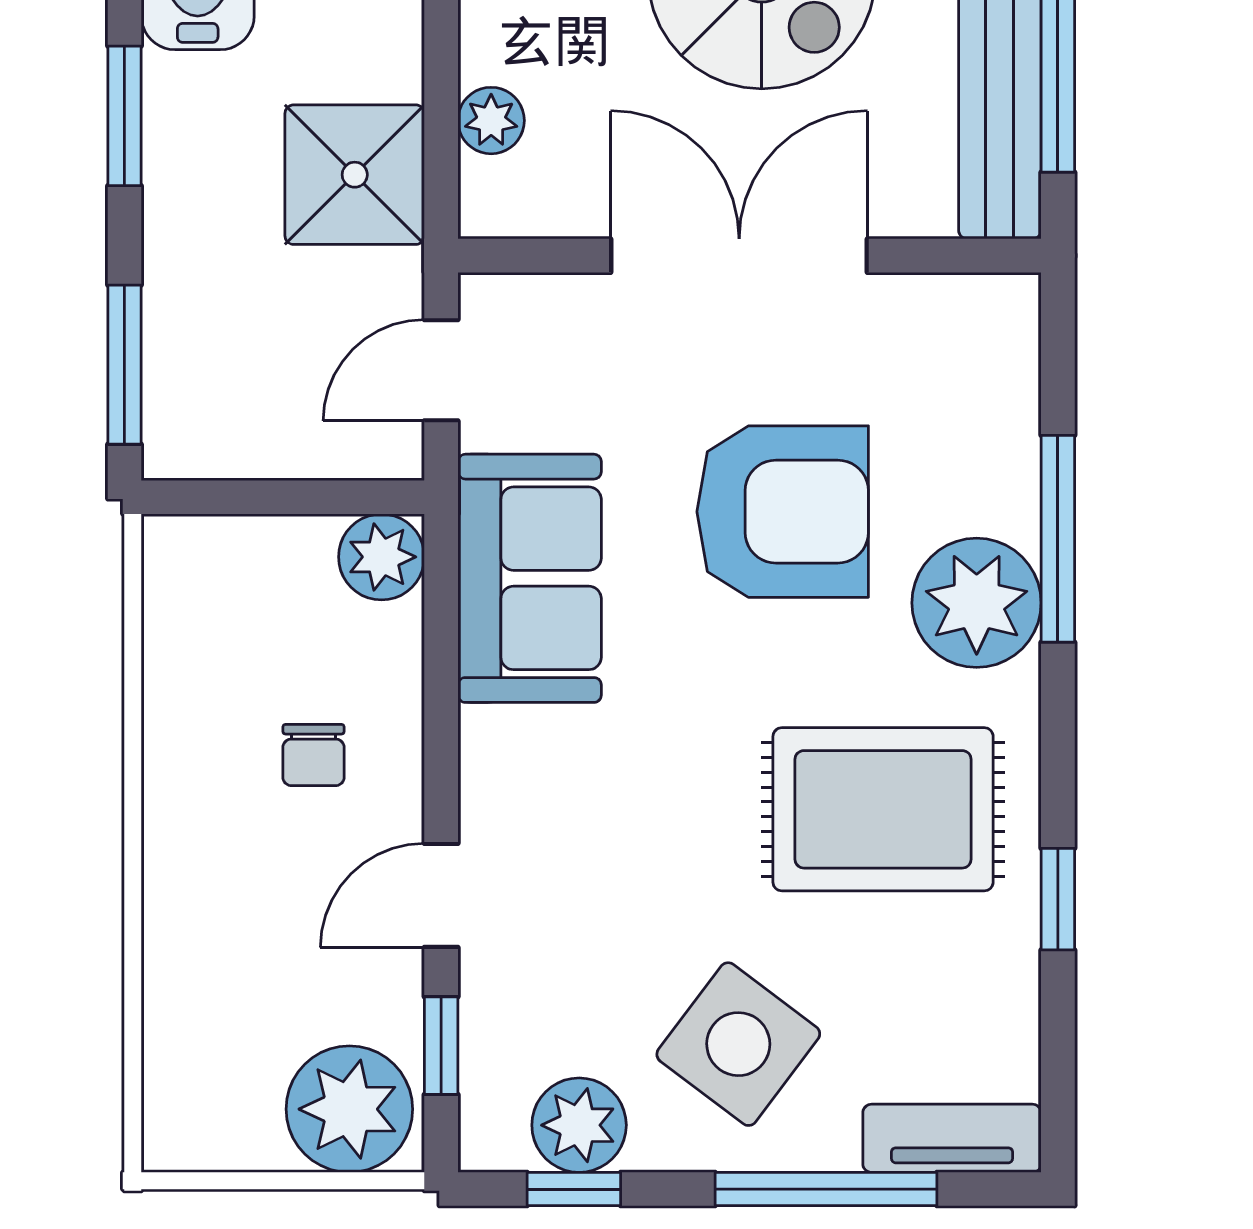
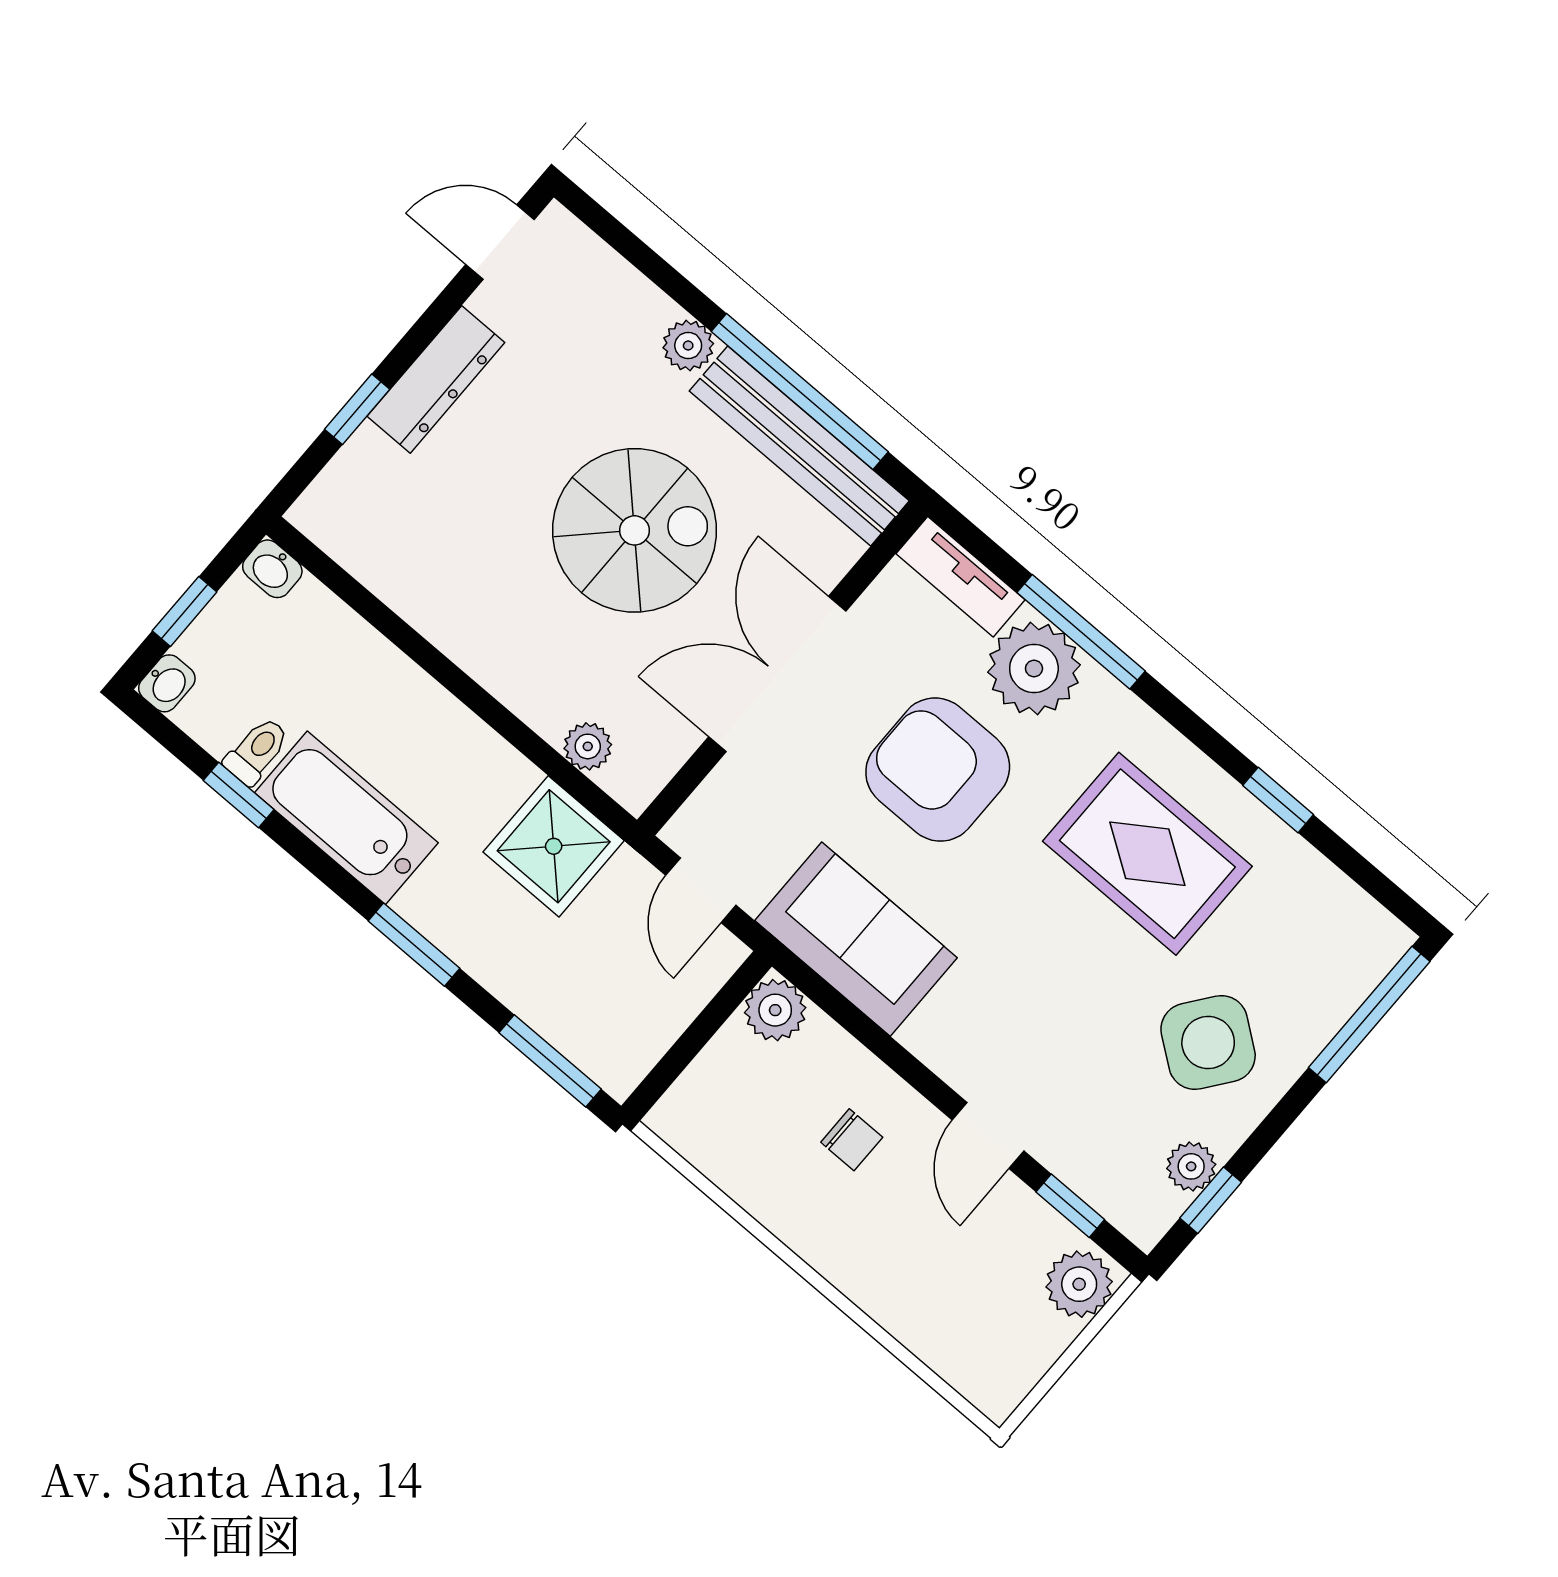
armchair: (783, 512) -> (938, 770), turned -90
plant: (977, 603) -> (1034, 669), moved
rug: (883, 809) -> (1147, 854), turned 90
plant: (349, 1109) -> (1079, 1284), width x0.73, depth x0.73
plant: (579, 1125) -> (1191, 1166), width x0.73, depth x0.73
tv unit: (952, 1138) -> (960, 577), moved, turned -90
window: (826, 1189) -> (1369, 1014), moved

